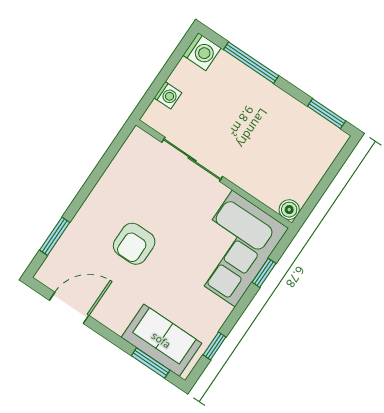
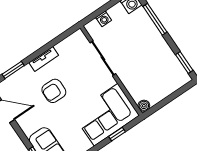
tv unit: (97, 199) -> (44, 59), added

